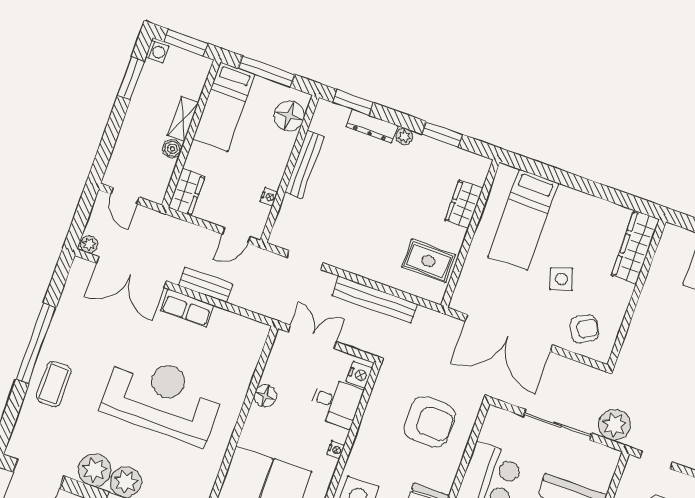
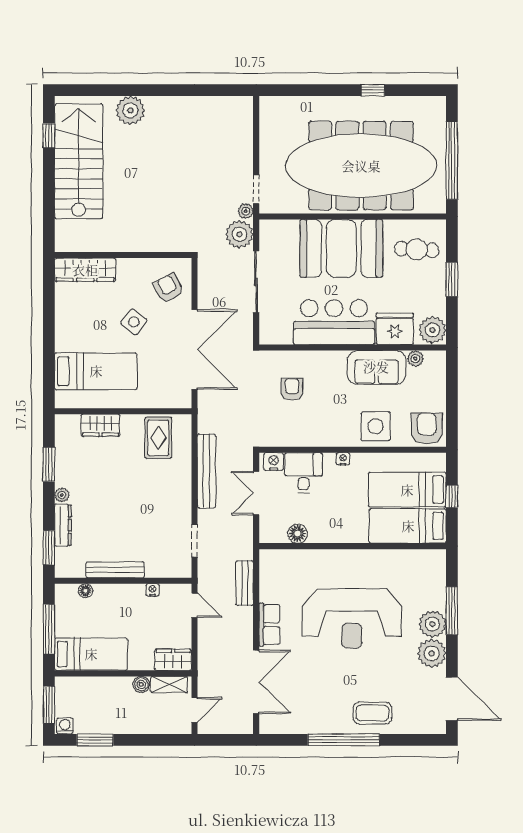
floor lamp: (289, 116) -> (85, 591), width x0.53, depth x0.53
shelving: (183, 119) -> (169, 684), moved
plant: (89, 244) -> (246, 211), moved
side table: (561, 279) -> (134, 322), turned -34
bench: (205, 285) -> (245, 583), moved
double door: (312, 337) -> (256, 493), moved
floor lamp: (265, 396) -> (298, 534), moved
reception desk: (162, 398) -> (352, 618), turned -90
armchair: (429, 422) -> (292, 389), width x0.53, depth x0.53

